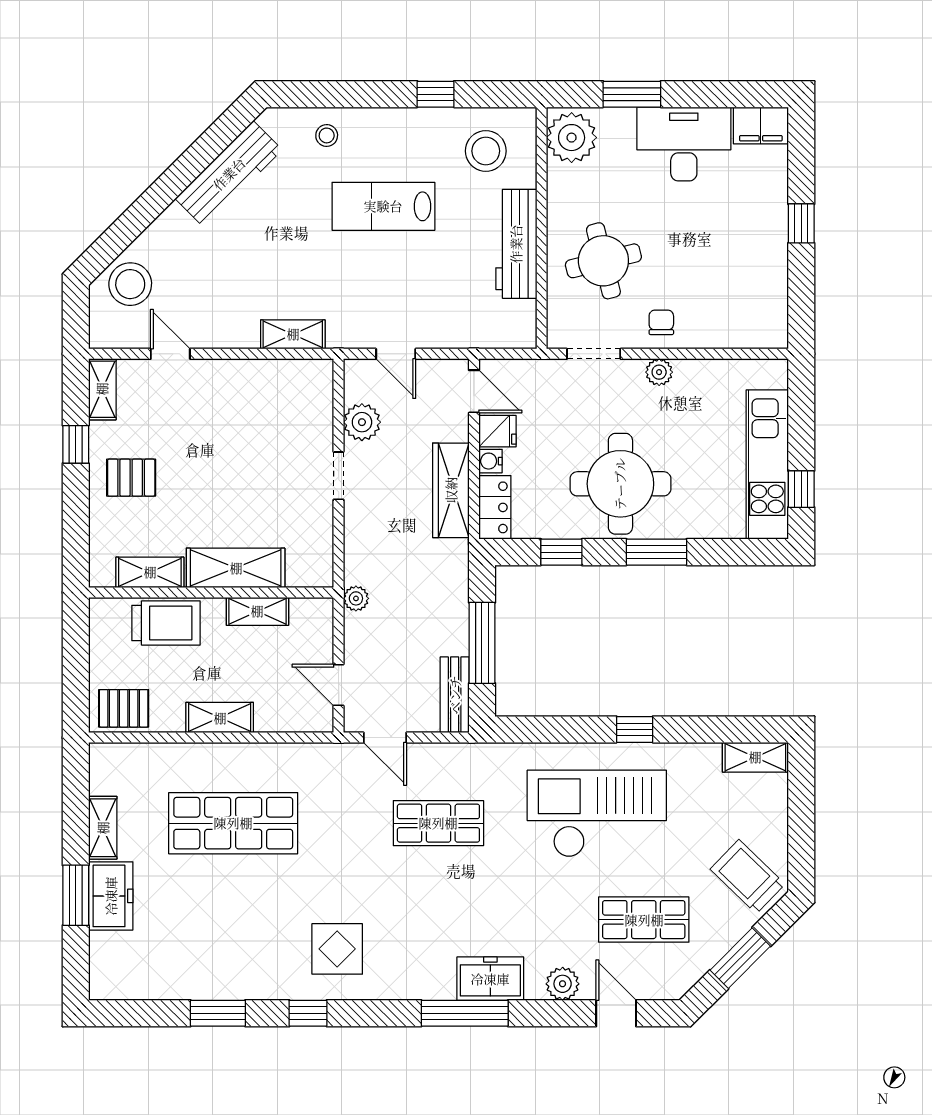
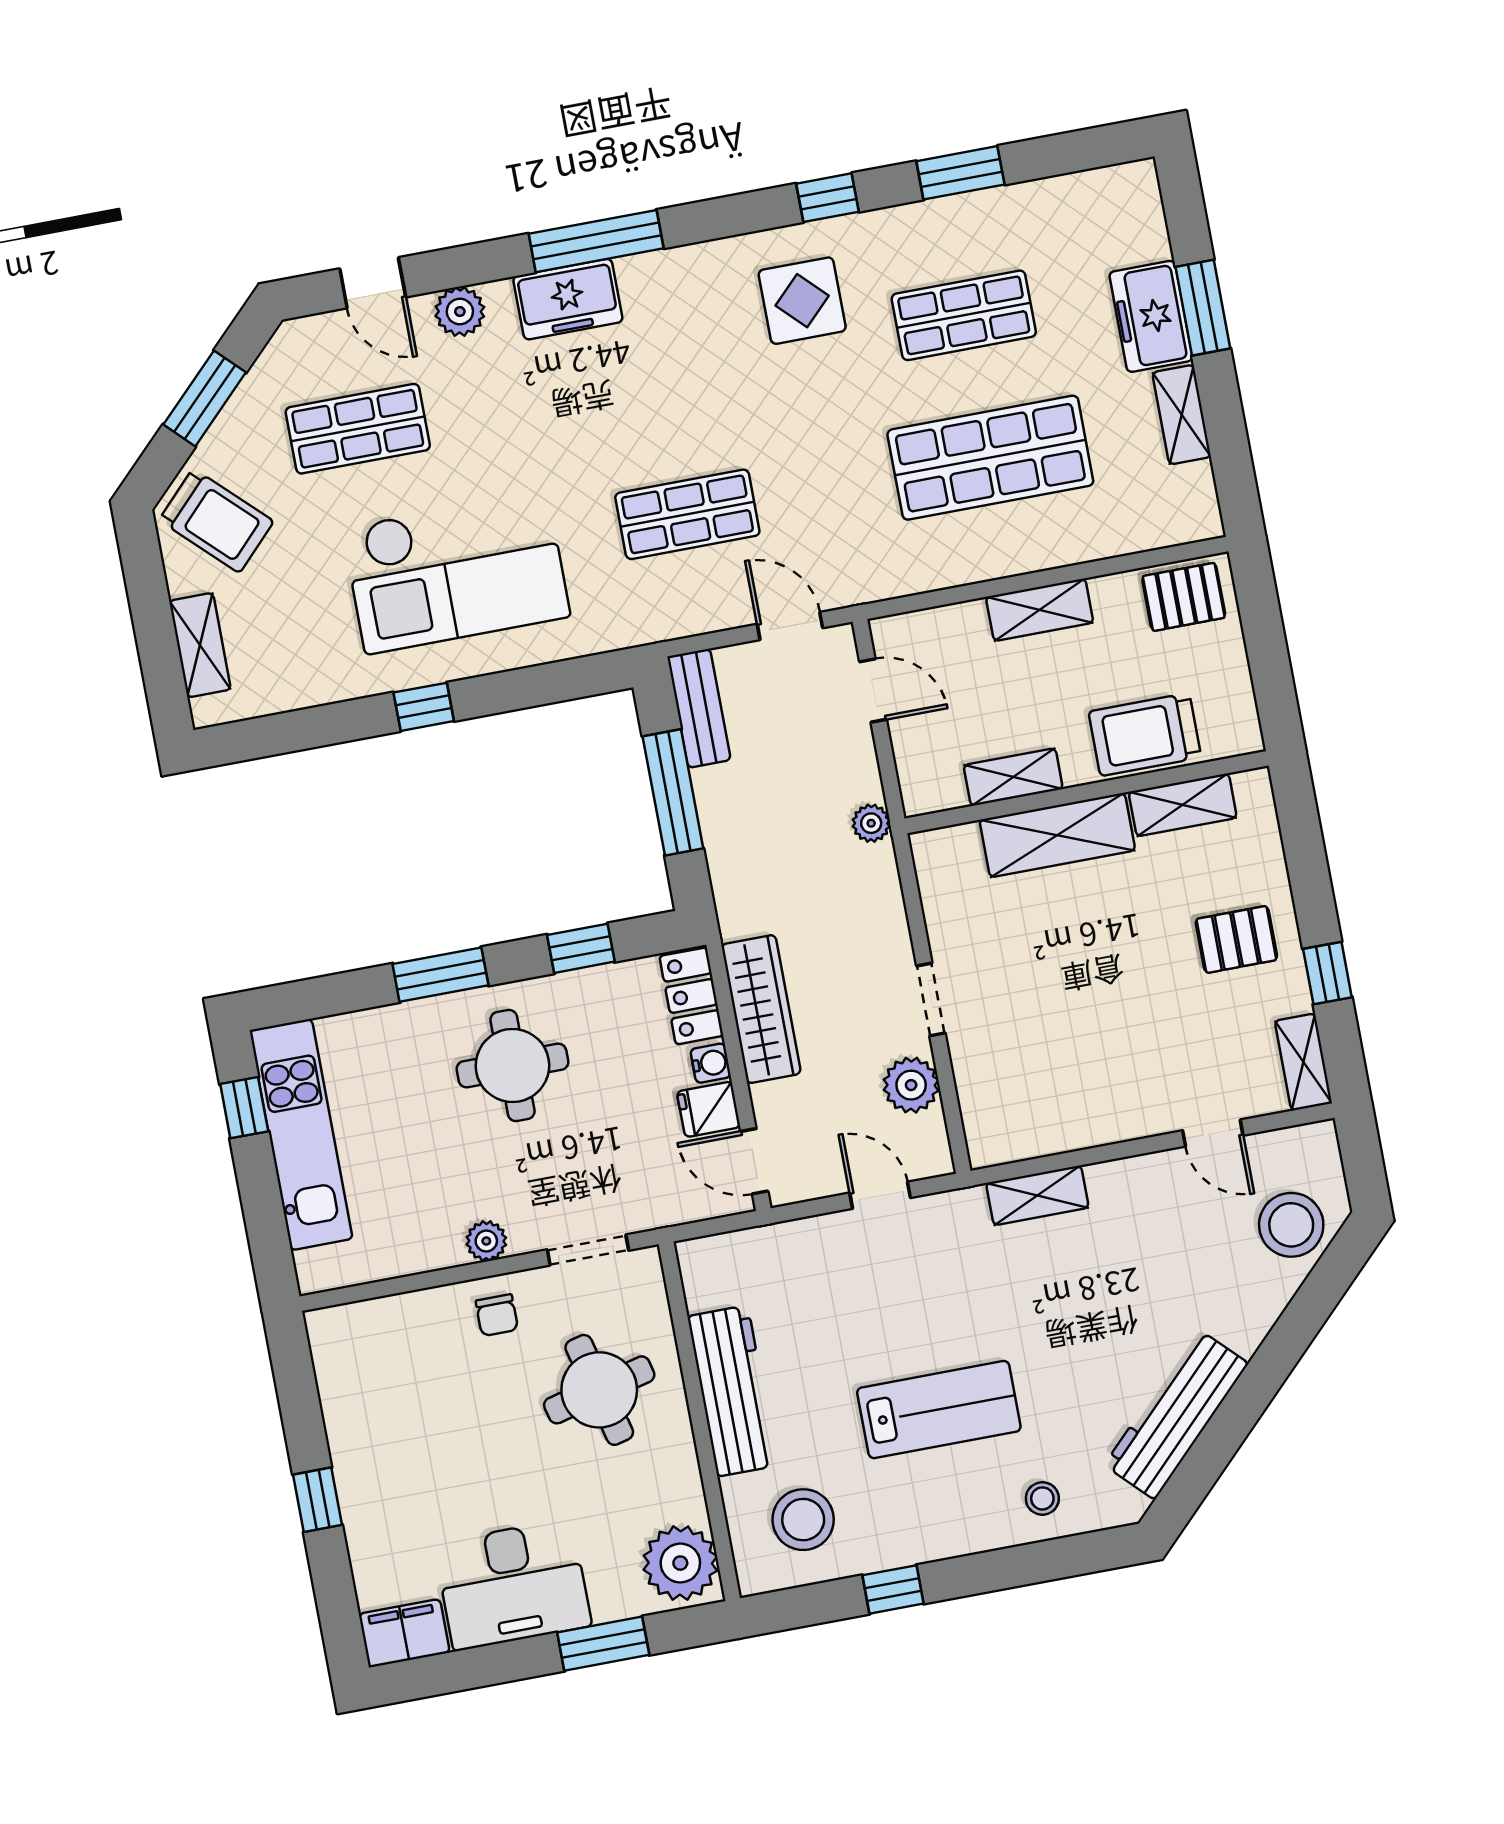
round table: (620, 484) -> (512, 1065), width x0.73, depth x0.73
shelving: (755, 757) -> (200, 645), moved, turned 90
shop shelf: (233, 920) -> (964, 315), added

